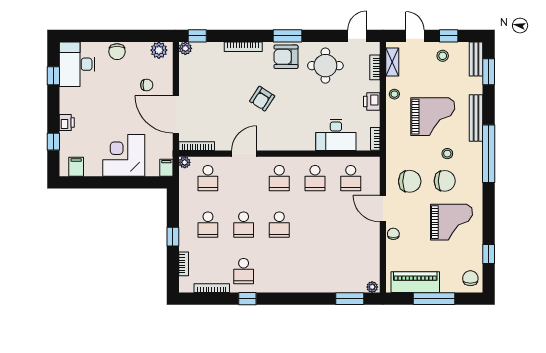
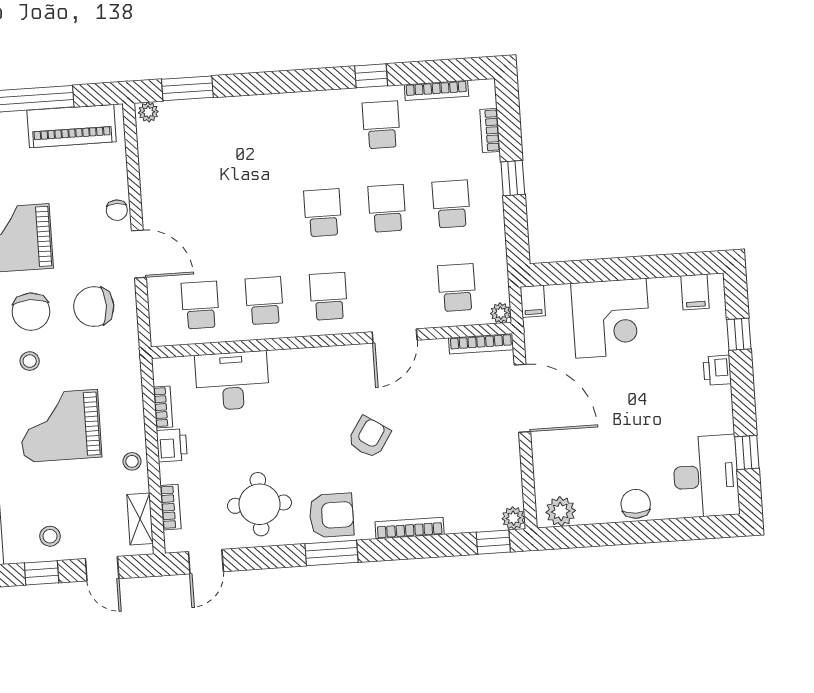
chair: (147, 85) -> (578, 447), removed
bookcase: (375, 139) -> (163, 407), moved
chair: (445, 181) -> (31, 312), turned -90

